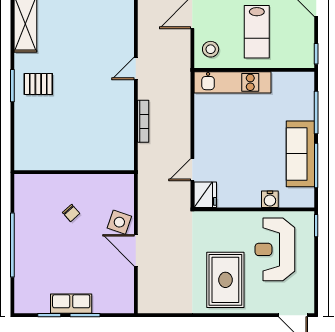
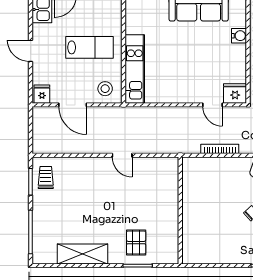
bookcase: (143, 121) -> (220, 149), moved
wall: (74, 172) -> (180, 210), moved

